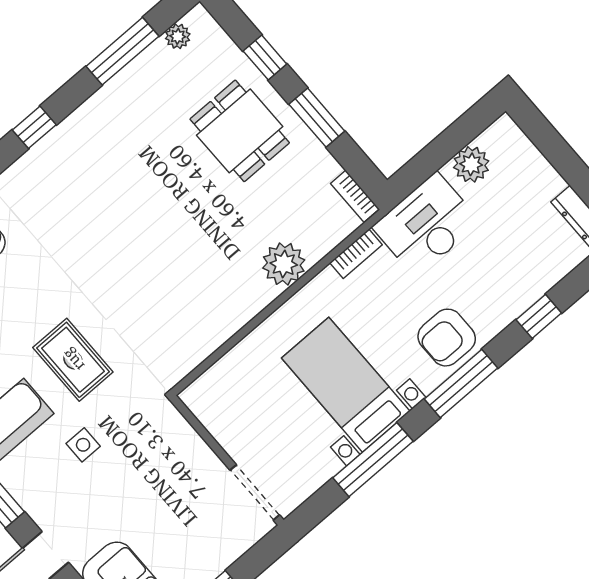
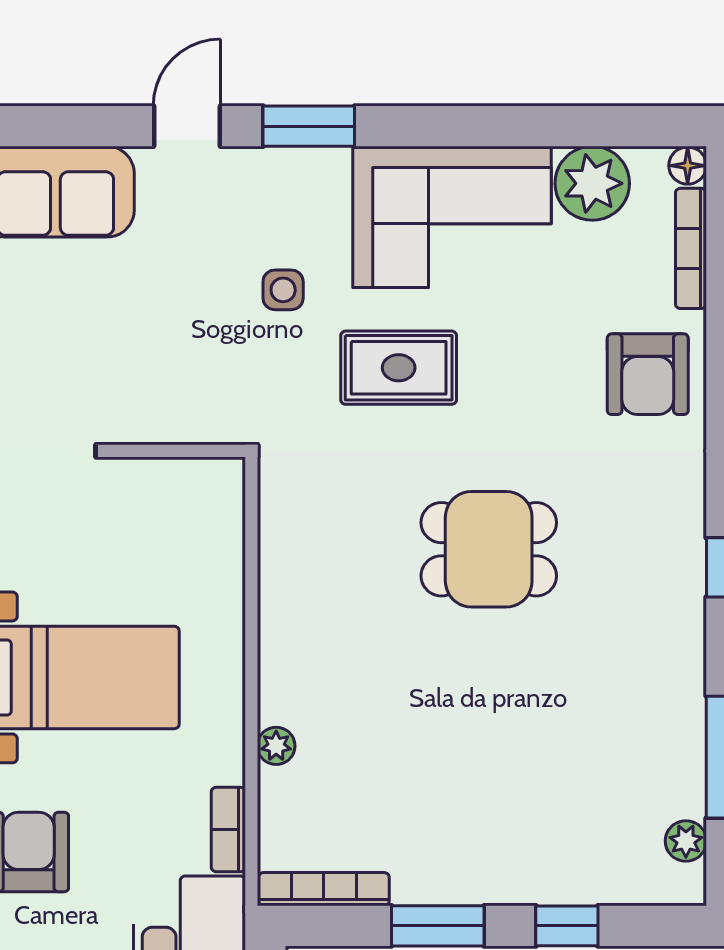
dining table: (240, 131) -> (489, 549), moved
bookcase: (355, 196) -> (324, 889), width x1.56
plant: (284, 264) -> (276, 746), width x0.53, depth x0.53

